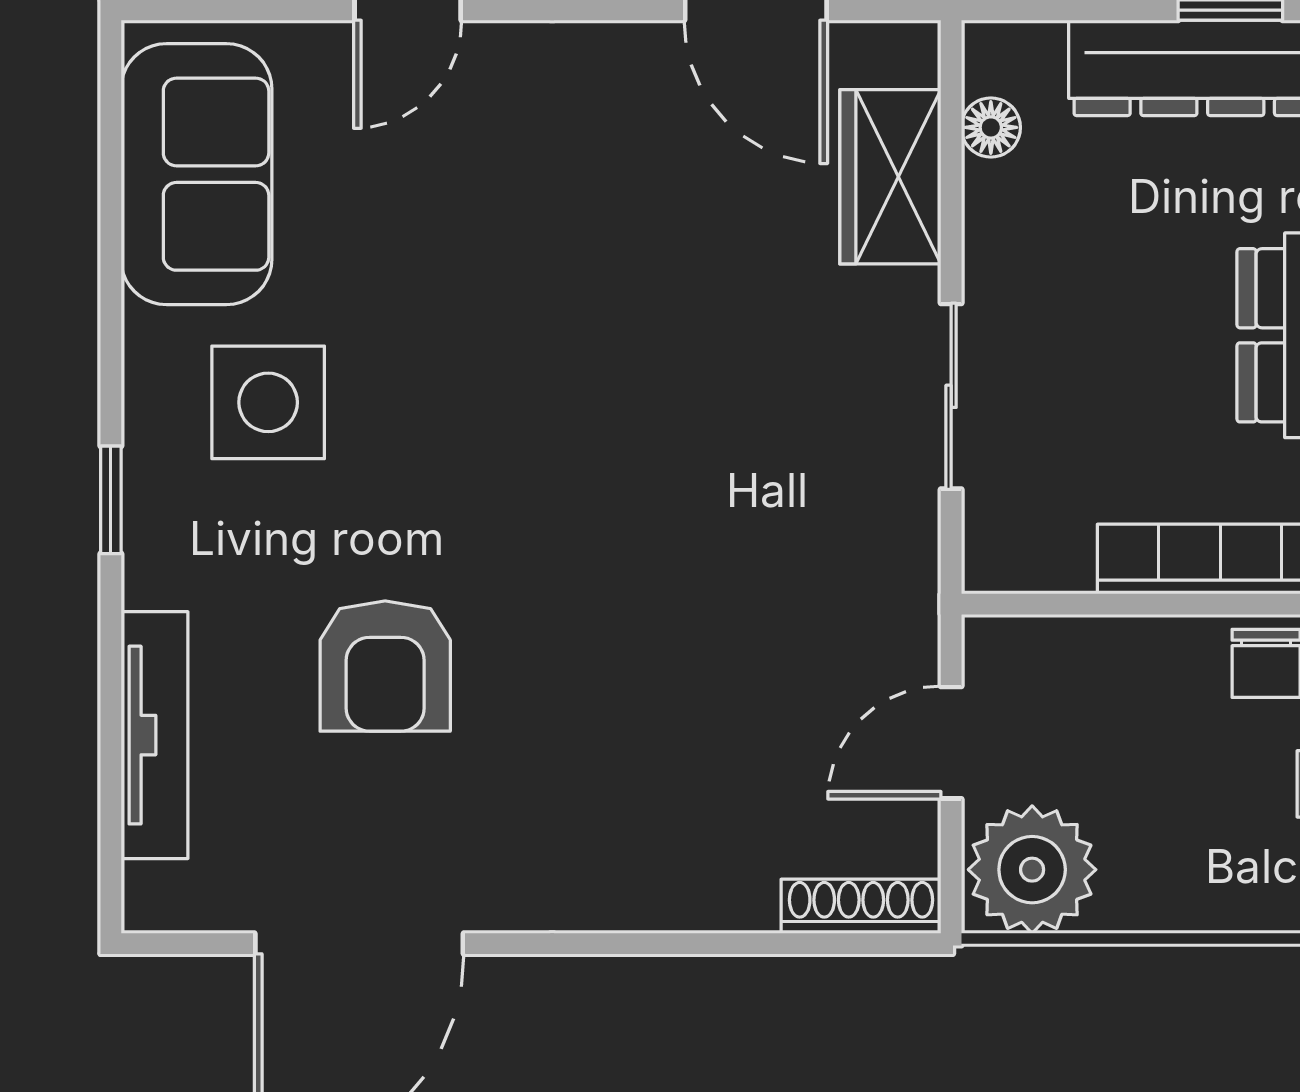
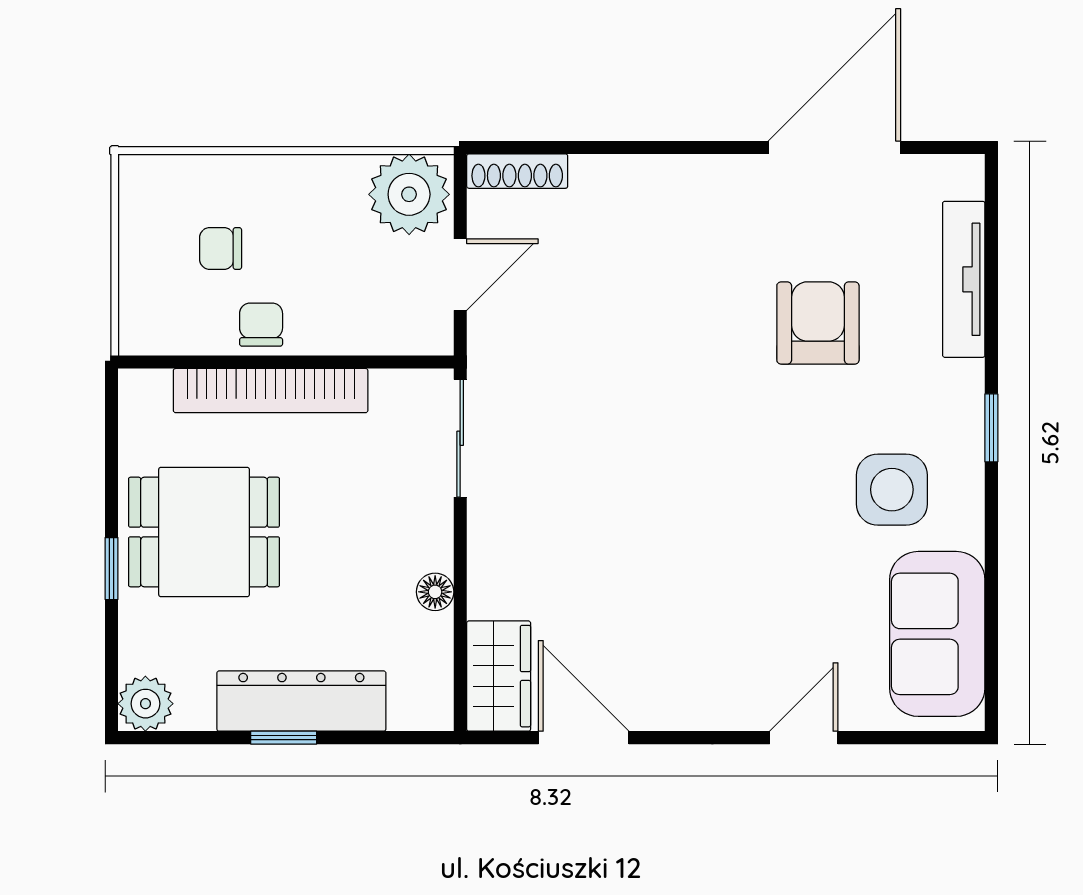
floor lamp: (991, 127) -> (435, 592), moved
wardrobe: (890, 177) -> (499, 676), moved
sliding door: (951, 396) -> (460, 438), moved

